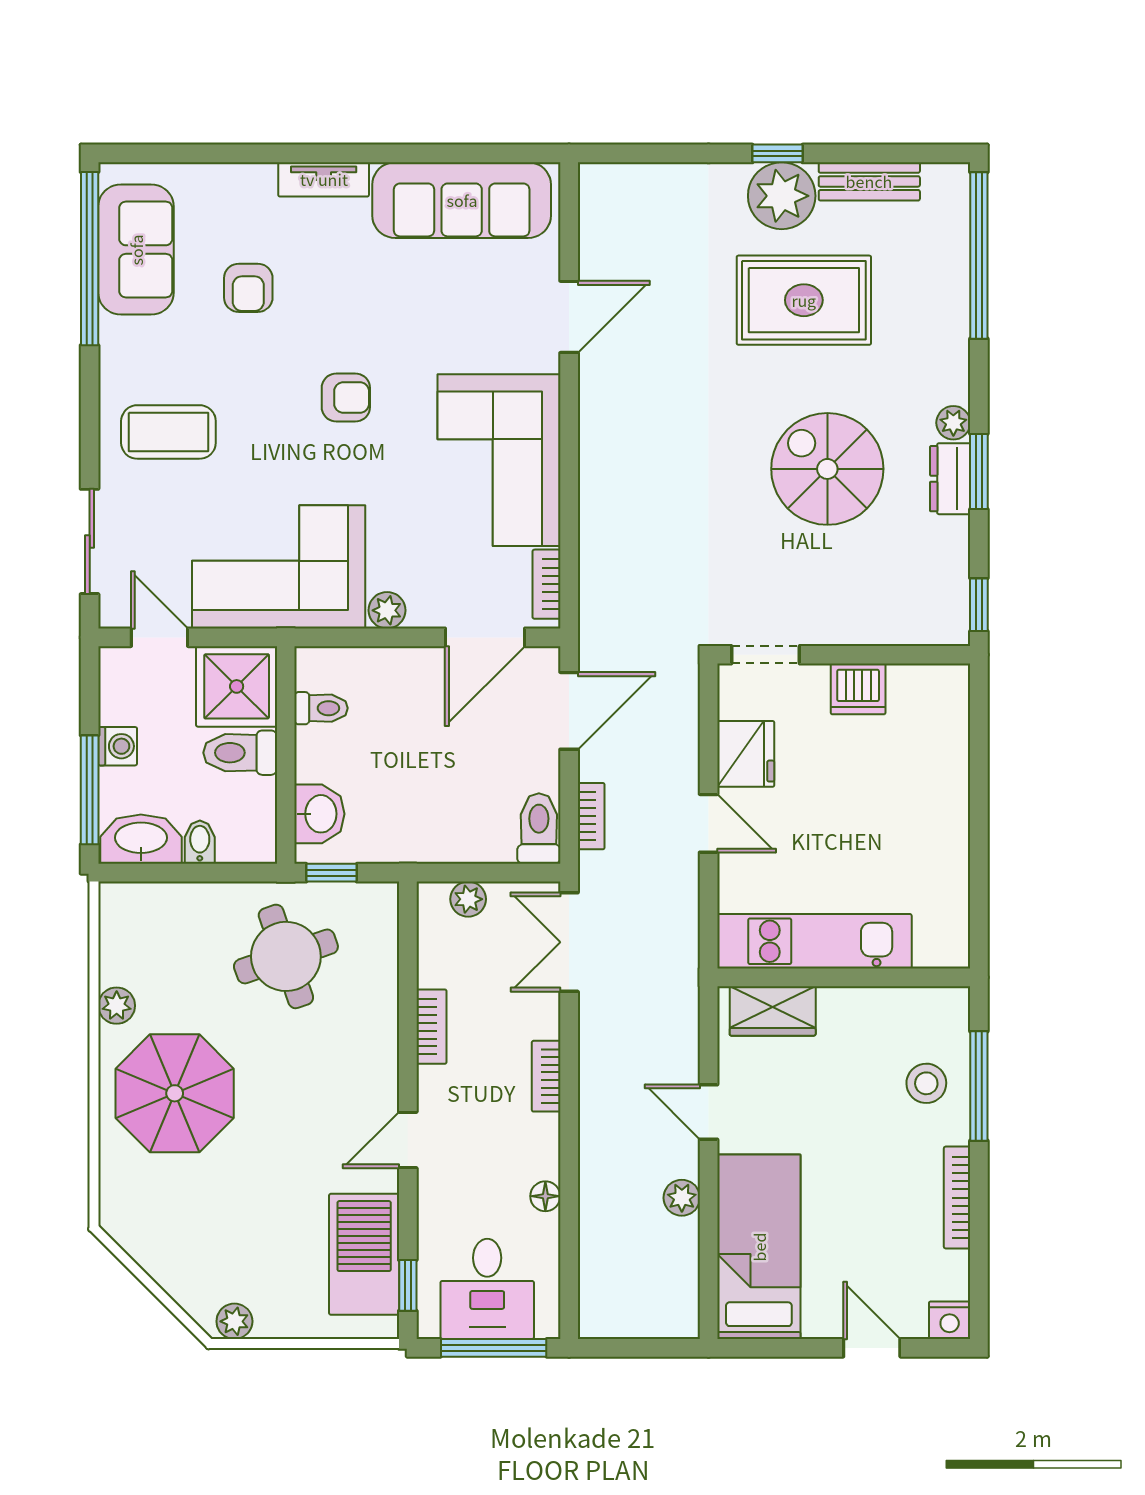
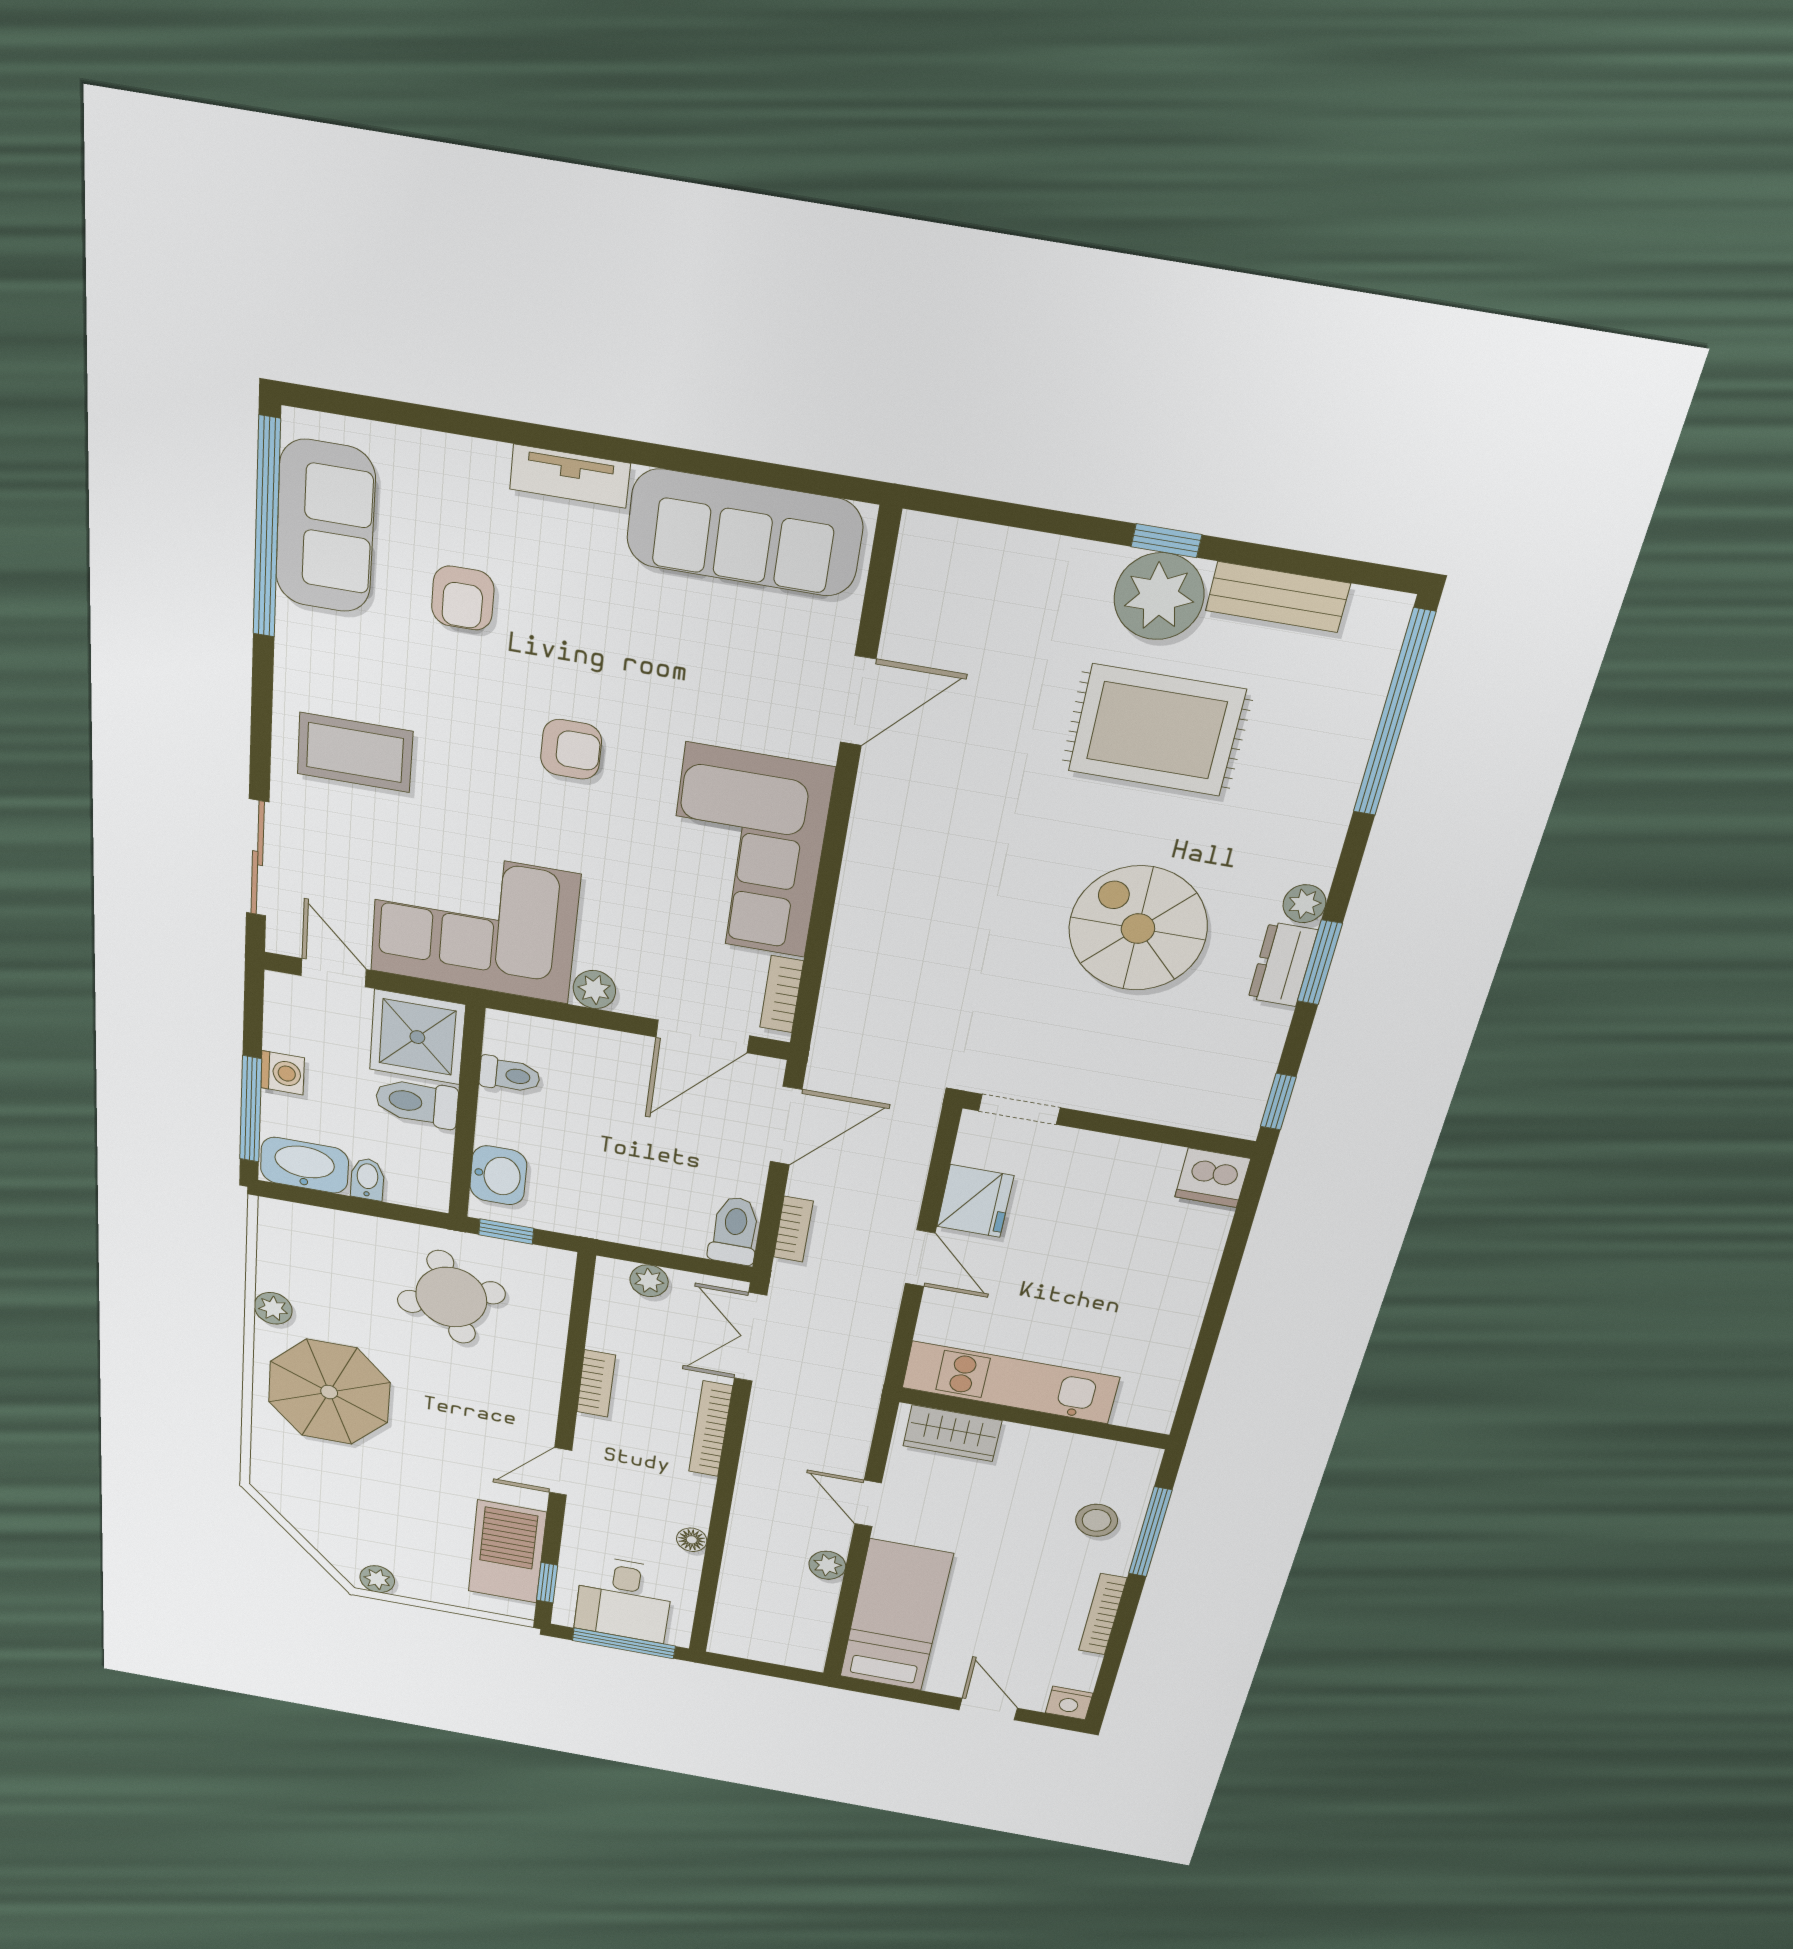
dishwasher: (858, 689) -> (1213, 1178), moved
bookcase: (546, 1076) -> (711, 1429), width x1.56

